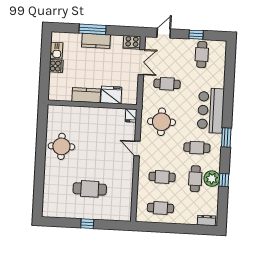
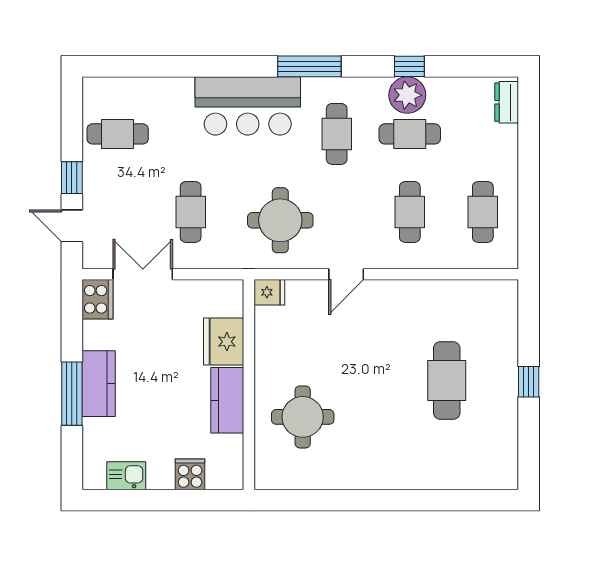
window: (196, 35) -> (72, 178), moved
cooker: (56, 66) -> (190, 474), moved
window: (226, 138) -> (309, 66), width x1.44
round table: (61, 146) -> (303, 417), moved

